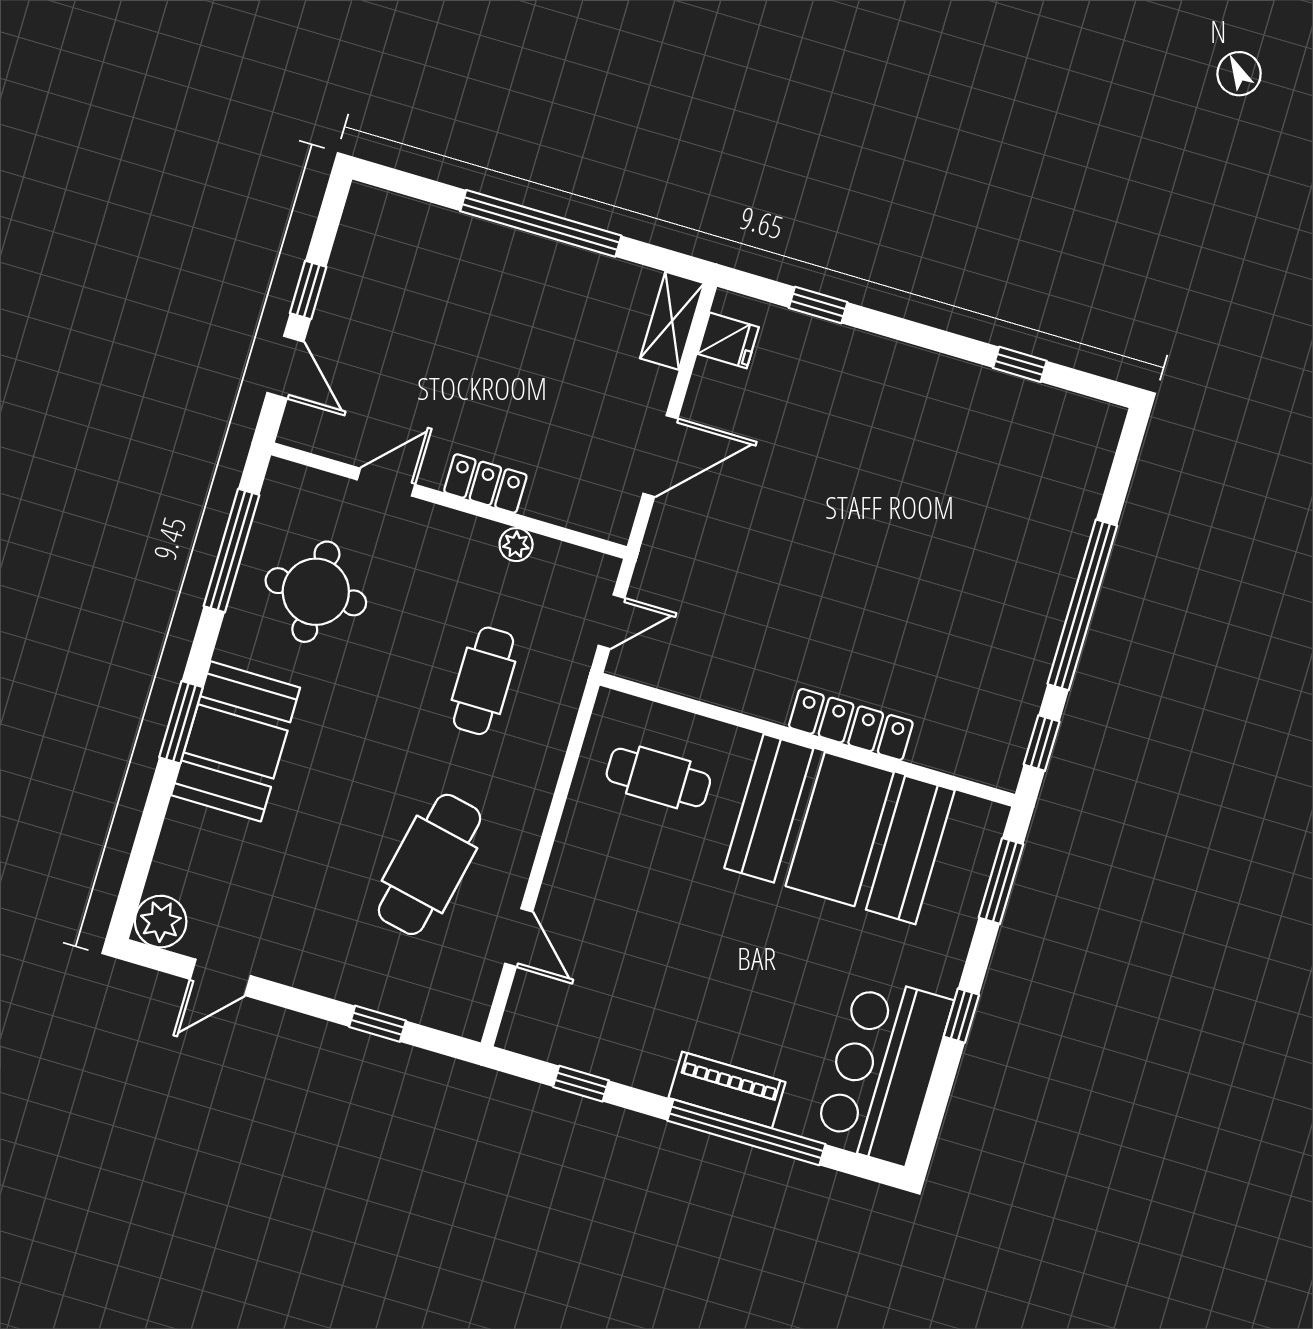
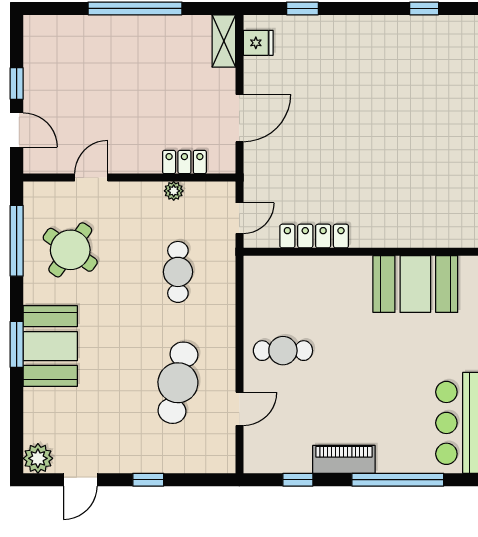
locker: (485, 483) -> (184, 162), moved
round table: (316, 592) -> (70, 250), turned 35
locker: (851, 724) -> (314, 236), moved
cafe table: (658, 777) -> (283, 351), moved
booth: (840, 829) -> (415, 284), width x0.73, depth x0.70
door: (519, 938) -> (239, 409), hinge flipped
window: (378, 1024) -> (148, 480), moved
piano: (727, 1090) -> (344, 459), moved

